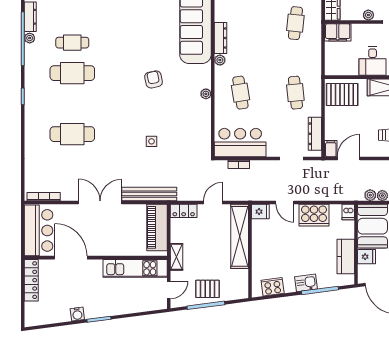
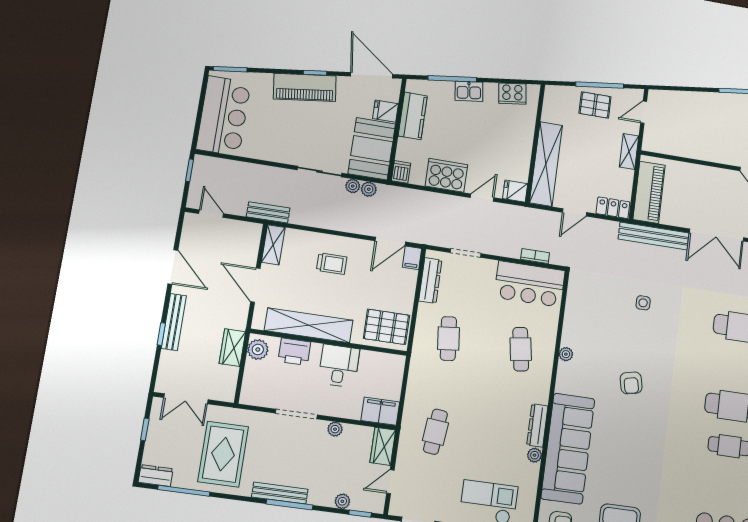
plant: (220, 60) -> (535, 455), moved
door: (285, 203) -> (482, 198), hinge flipped
kitchen unit: (135, 268) -> (682, 146), removed

